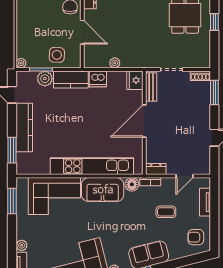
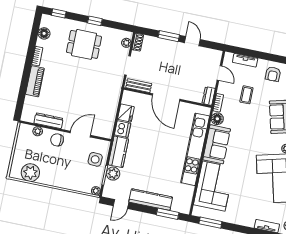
plant: (115, 63) -> (126, 43), moved
fridge: (135, 80) -> (126, 113), moved, turned -90
window: (214, 93) -> (169, 36), moved
plant: (22, 245) -> (250, 222), removed

